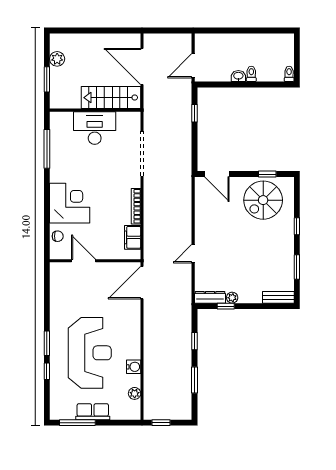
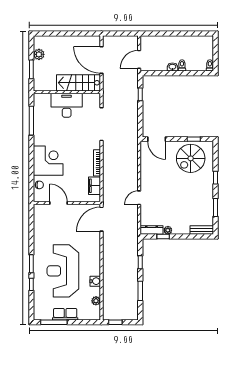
reception desk: (90, 353) -> (63, 271), turned 180

